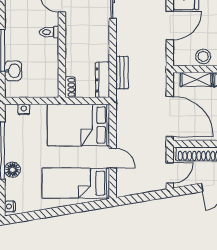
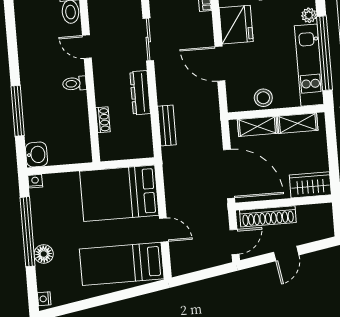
door: (170, 25) -> (220, 64), swing flipped
washbasin: (13, 71) -> (36, 155), moved
dresser: (102, 80) -> (140, 93), moved
shoe rack: (70, 87) -> (103, 120), moved
nightstand: (24, 109) -> (35, 181), moved

